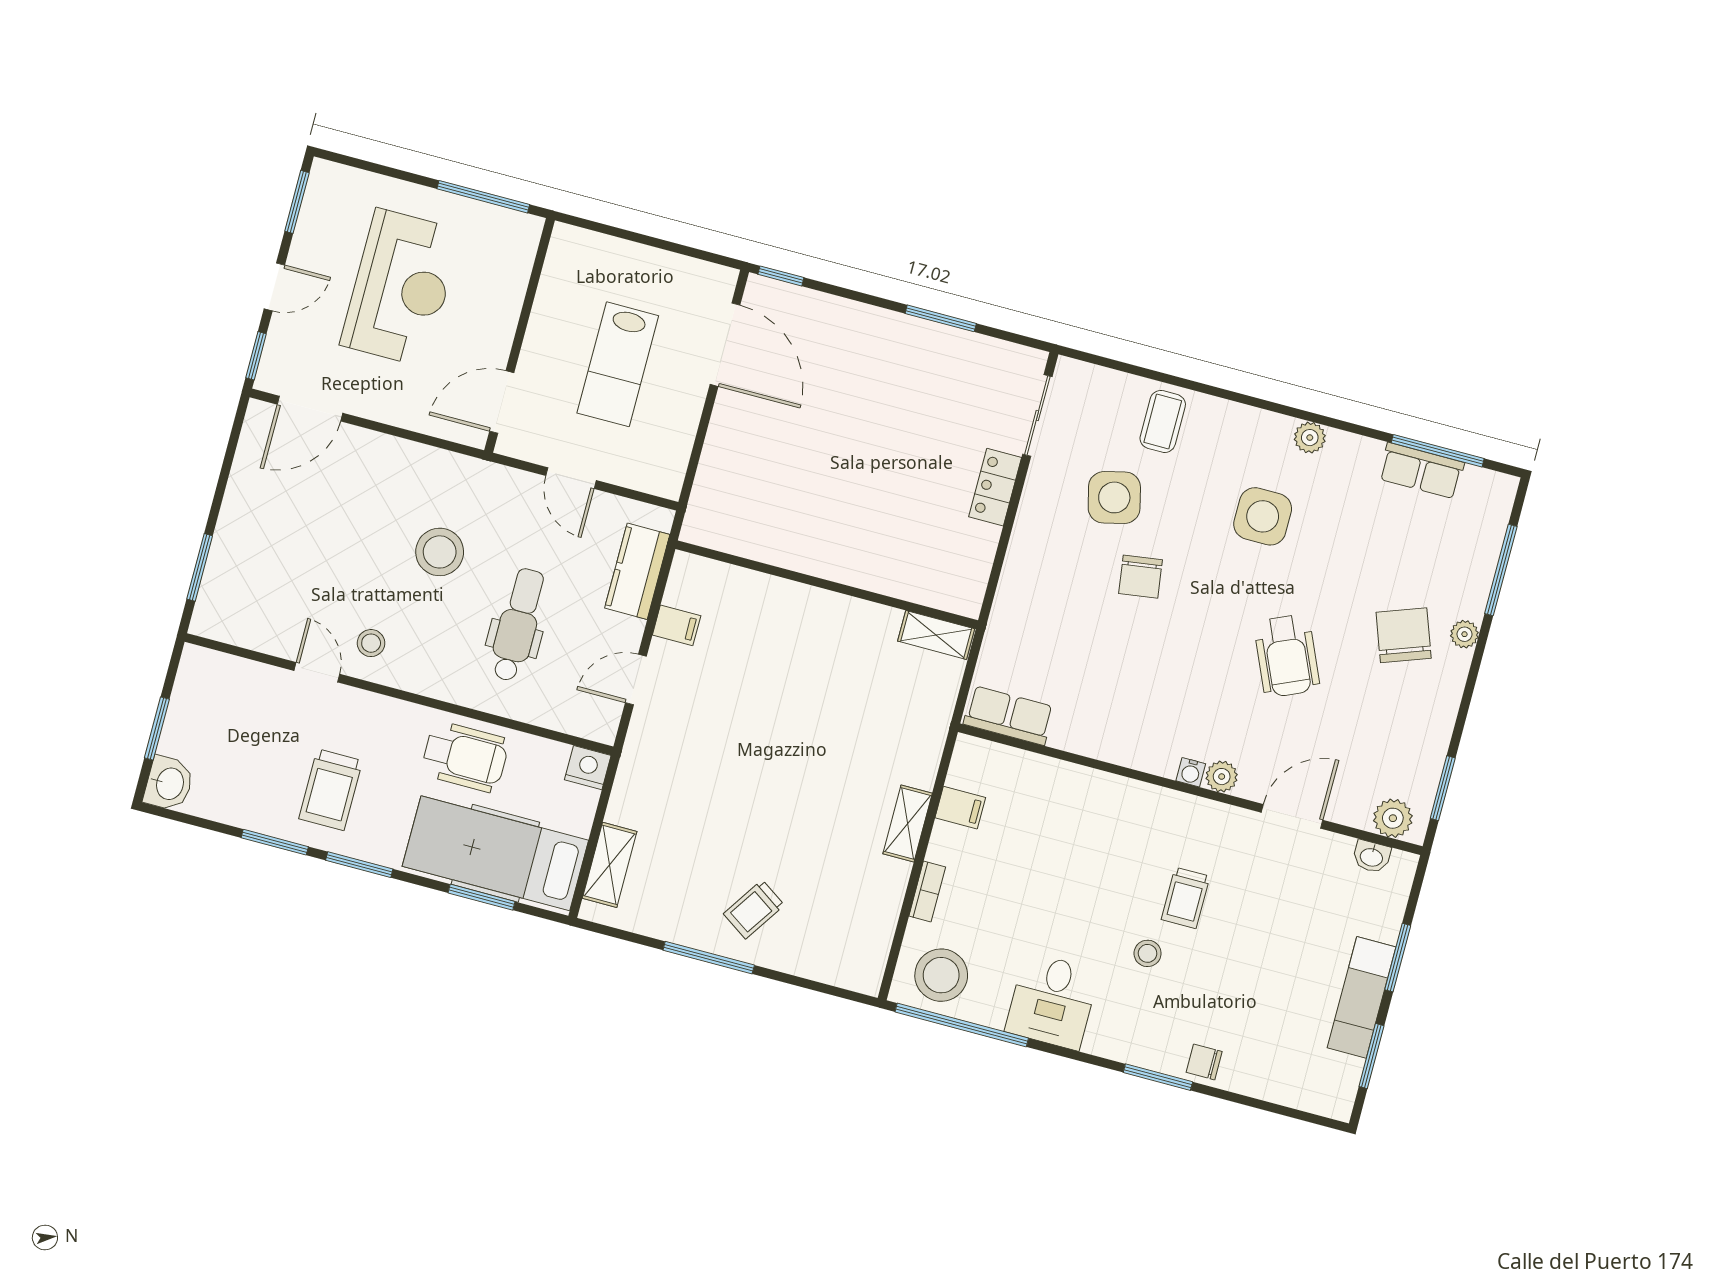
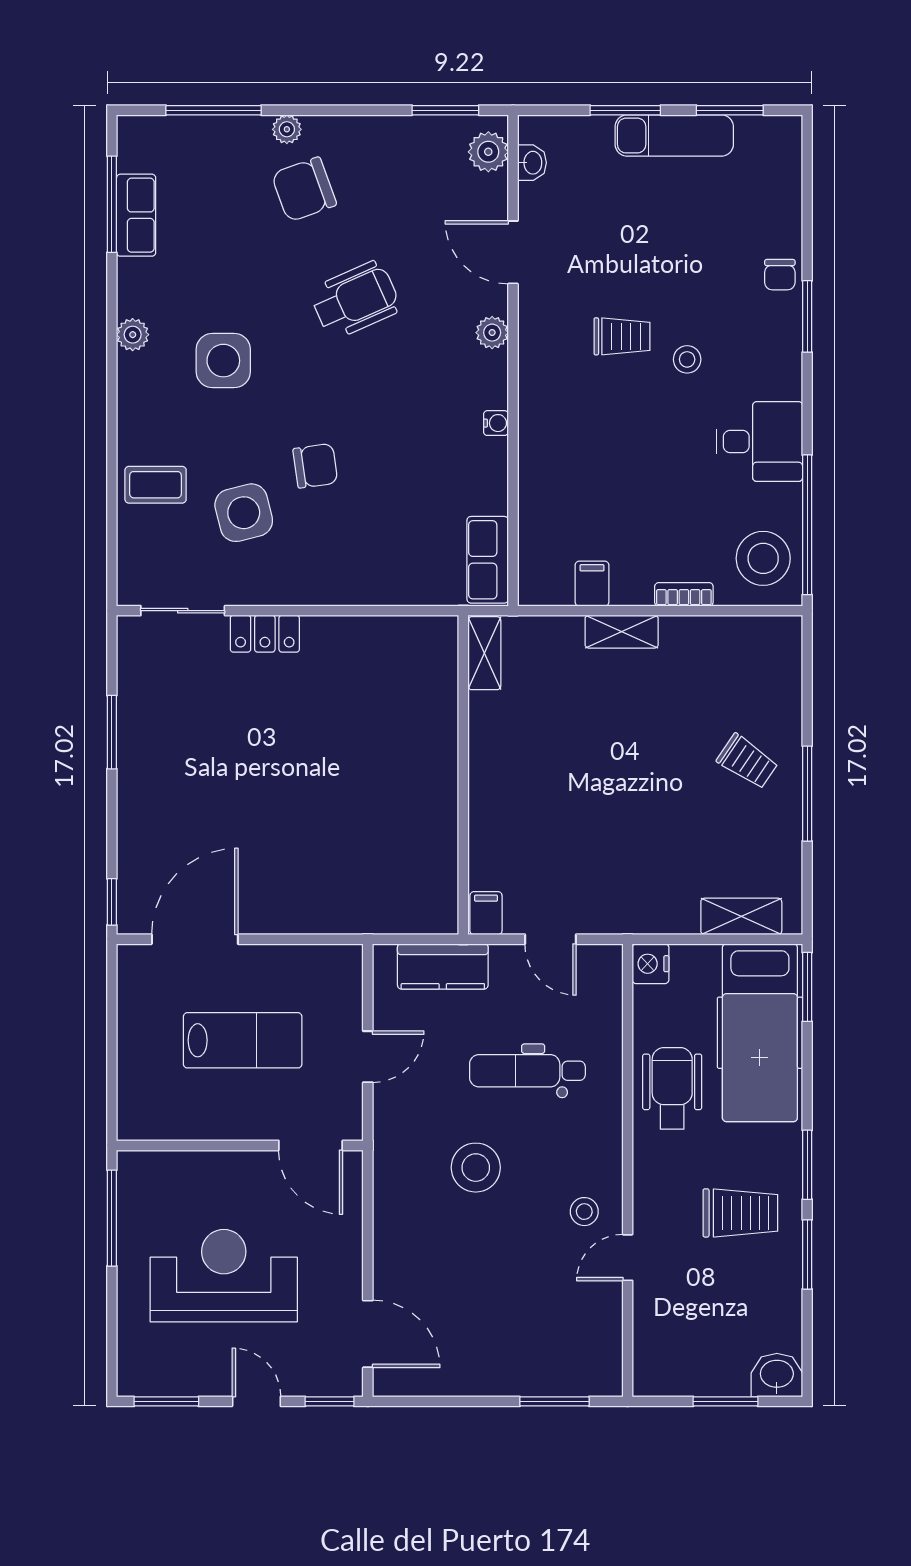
wall: (827, 585) -> (463, 775), moved
shelving: (936, 635) -> (484, 653), moved
water cooler: (1191, 772) -> (496, 423), moved
window: (482, 897) -> (807, 987), moved

